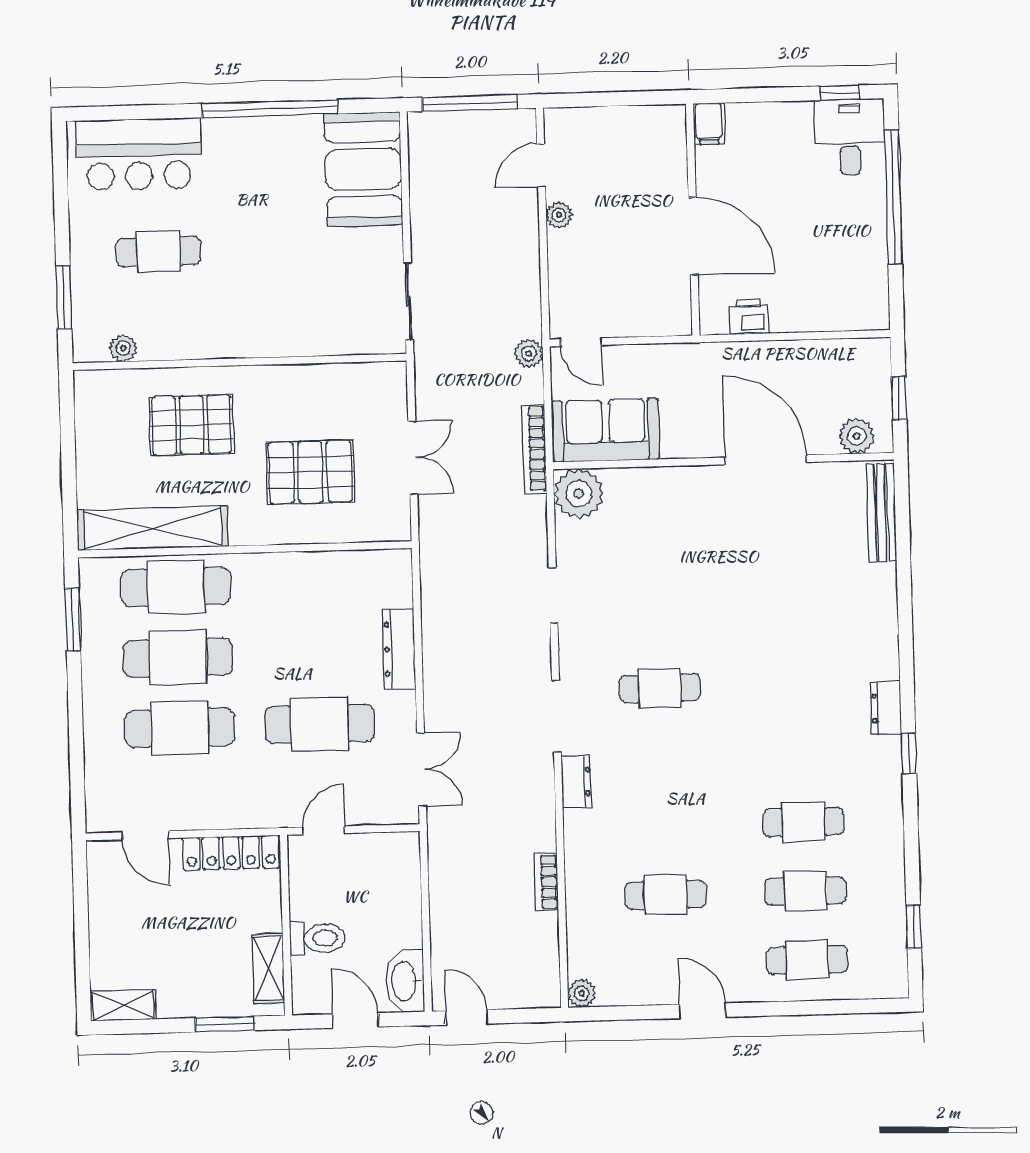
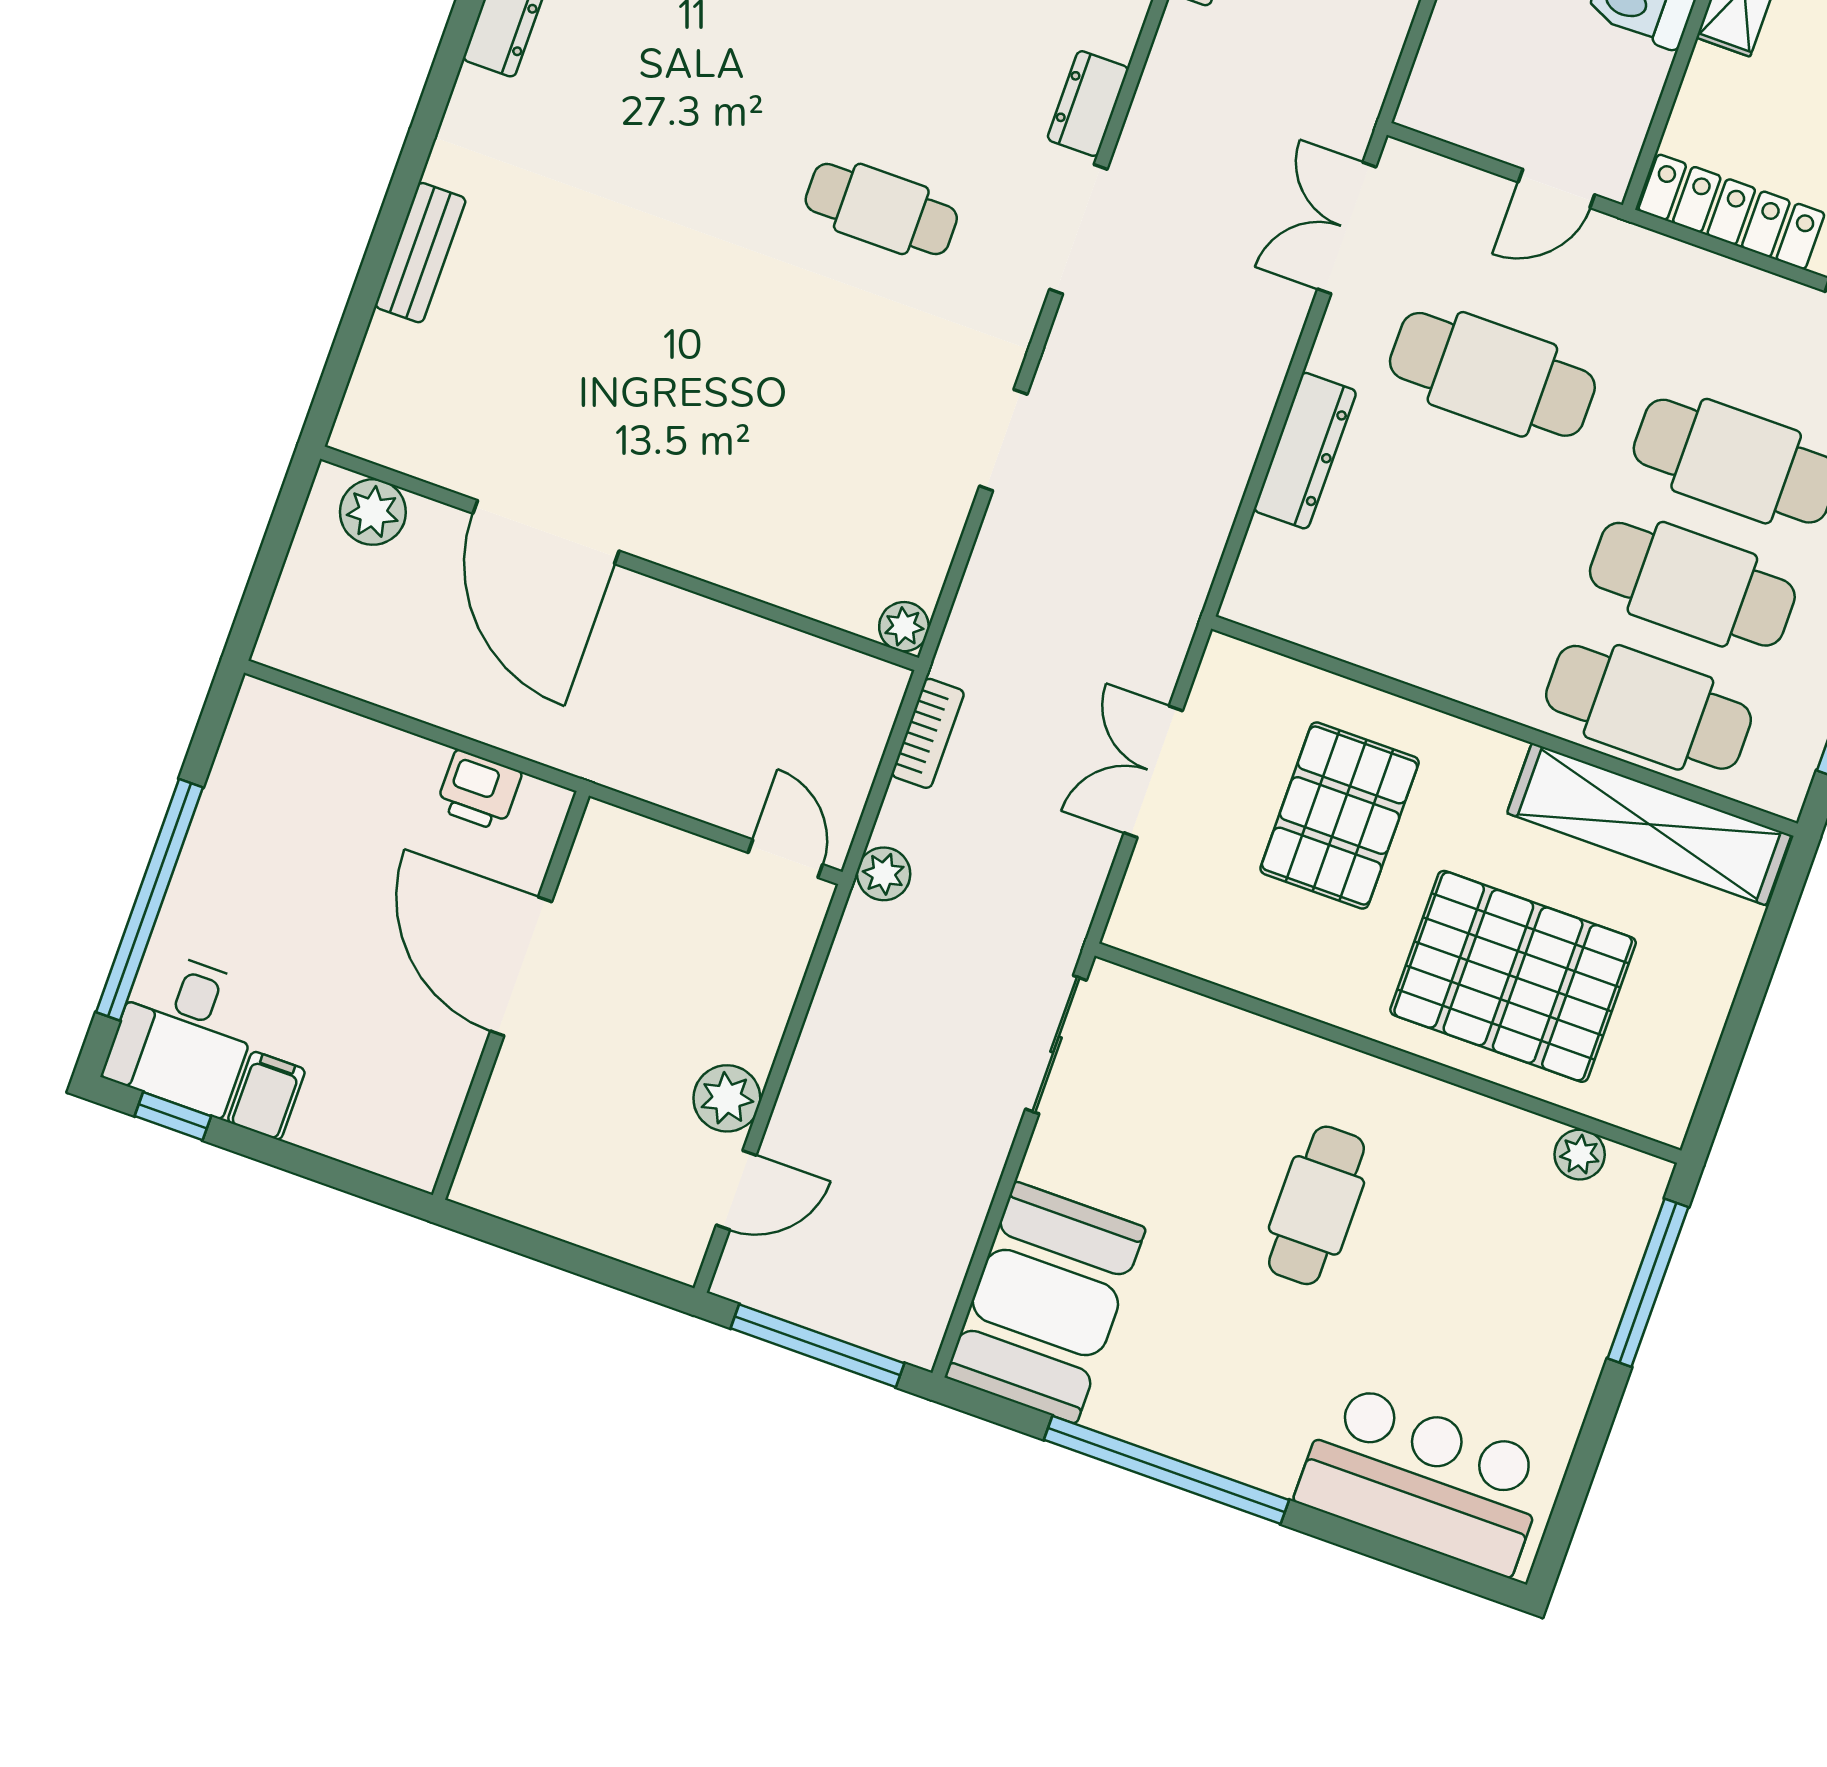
filing cabinet: (709, 124) -> (266, 1096), moved
plant: (559, 215) -> (727, 1098), width x1.38, depth x1.38
cafe table: (158, 251) -> (1316, 1205), moved, turned 90
window: (64, 297) -> (1648, 1283), width x1.44
window: (899, 398) -> (274, 549), removed
pallet: (192, 425) -> (1513, 976), width x1.37, depth x1.41
sofa: (606, 430) -> (802, 690), removed
bookcase: (534, 449) -> (928, 733), width x0.64
pallet: (310, 472) -> (1340, 815), turned 90
plant: (579, 493) -> (904, 627), width x0.53, depth x0.53
bench: (882, 513) -> (420, 253), moved, width x0.73

